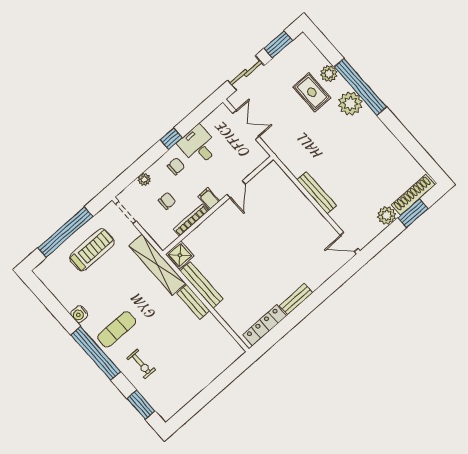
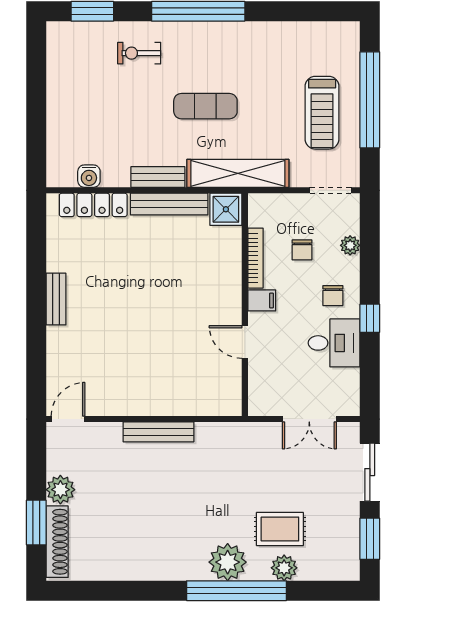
water cooler: (79, 314) -> (89, 176), moved, turned 180
locker: (265, 325) -> (93, 205), moved, turned 90
exercise mat: (117, 329) -> (205, 106), moved, turned 90

